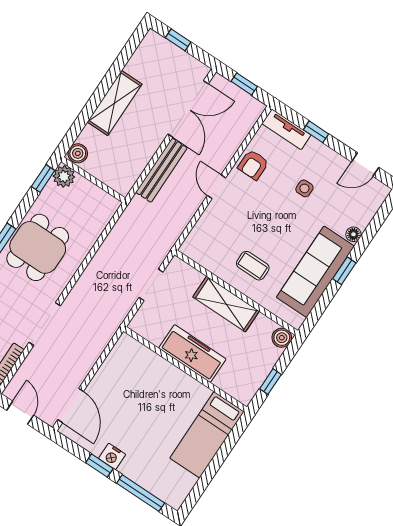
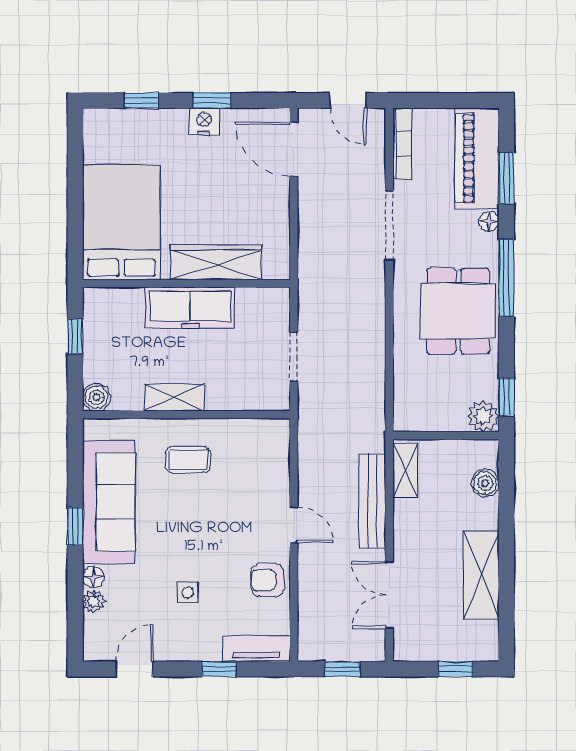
shelving: (115, 103) -> (481, 575), moved
double door: (188, 109) -> (389, 595), width x0.73
boiler: (78, 153) -> (485, 483), moved
armchair: (253, 165) -> (268, 580), turned -90
shelving: (130, 175) -> (405, 470), added
plant: (363, 220) -> (94, 601), added
shelving: (226, 304) -> (174, 397), width x0.67, depth x0.75
wardrobe: (160, 370) -> (216, 262), added
bed: (207, 435) -> (121, 222), width x1.50
window: (141, 493) -> (141, 101), width x0.46

